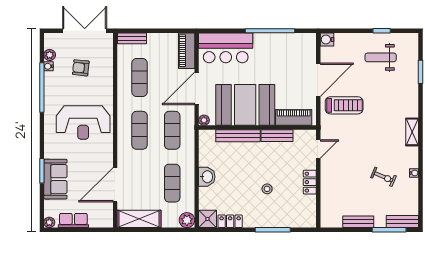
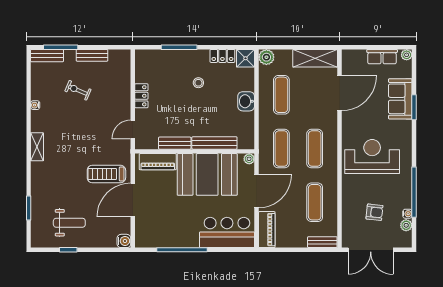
exercise bike: (384, 177) -> (78, 90), moved
stool: (267, 189) -> (198, 83), moved

